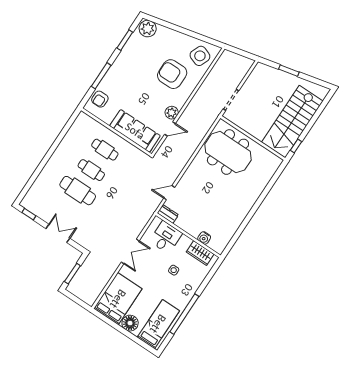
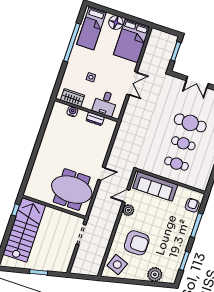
plant: (148, 29) -> (155, 274), moved
door: (169, 193) -> (102, 174), moved
dresser: (168, 214) -> (95, 119), moved
double door: (130, 251) -> (132, 83), swing flipped

